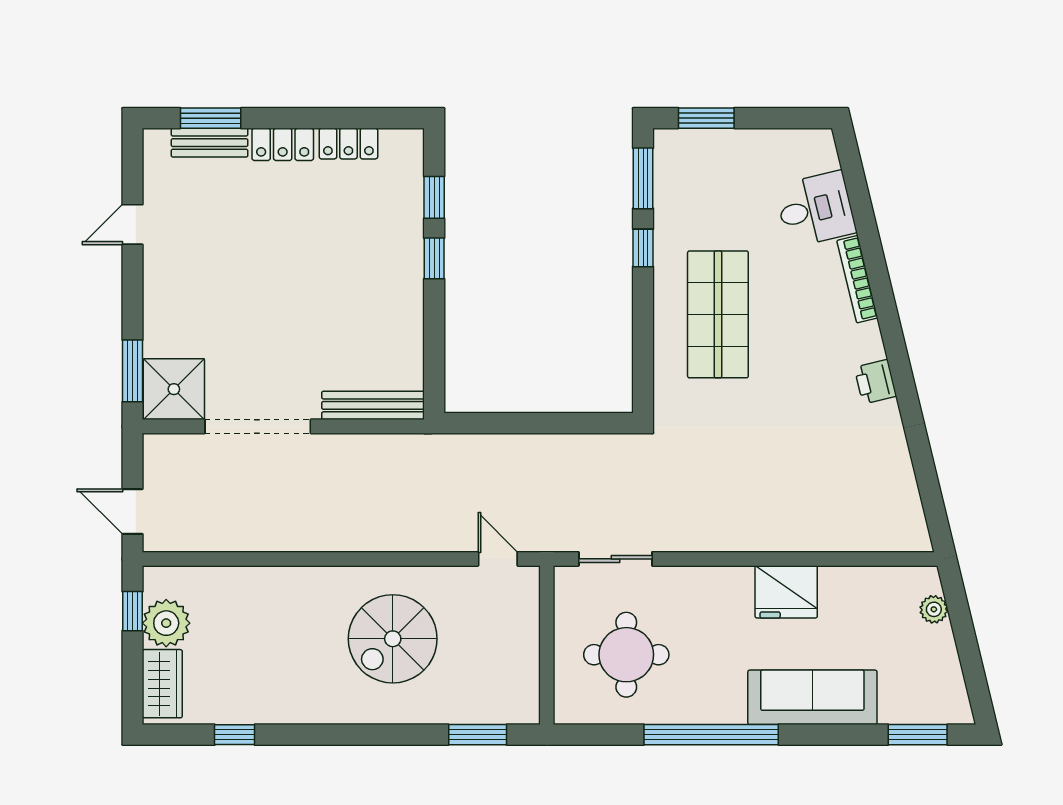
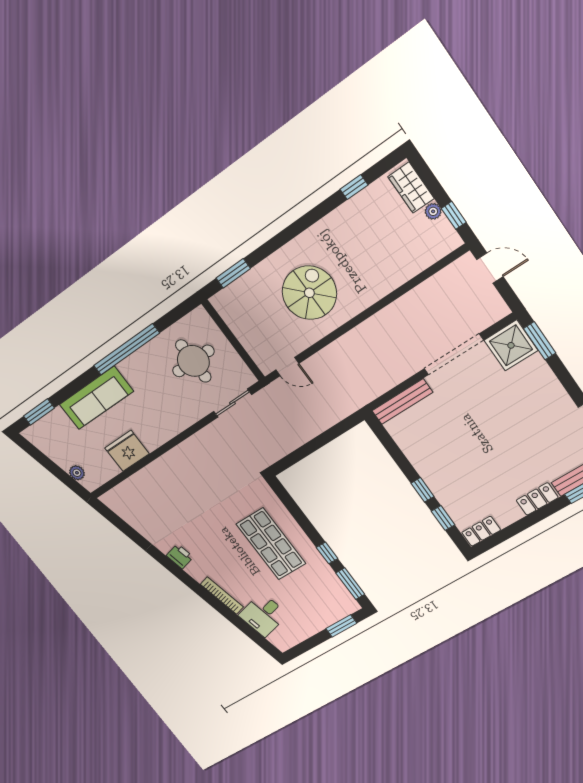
locker: (348, 144) -> (481, 531), moved
fridge: (786, 592) -> (127, 451), moved
plant: (166, 623) -> (433, 211), width x0.53, depth x0.53

